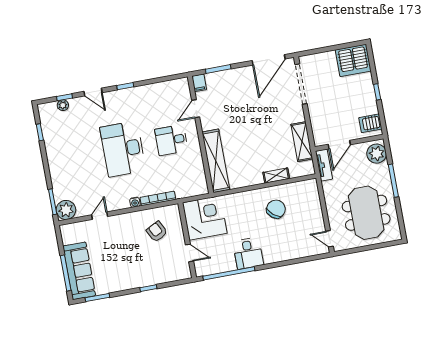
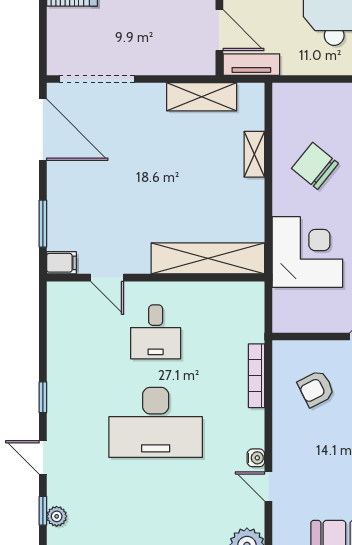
door: (93, 92) -> (43, 457), swing flipped
water cooler: (135, 202) -> (256, 458), moved
corner desk: (205, 218) -> (307, 252), moved, turned 90

